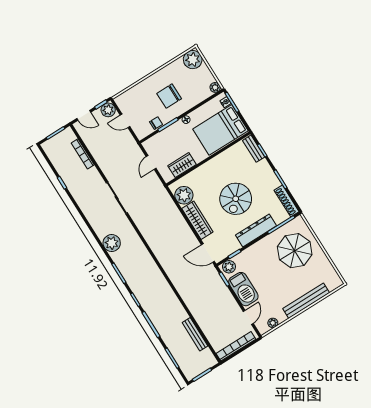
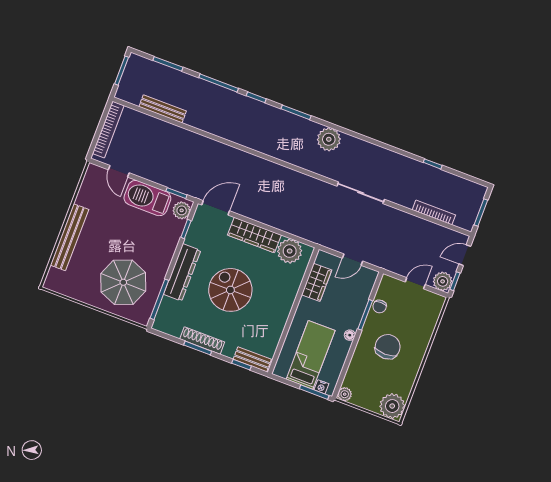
bed: (220, 130) -> (311, 355), width x0.67
door: (151, 162) -> (353, 260), swing flipped
shoe rack: (287, 201) -> (202, 341), moved
plant: (273, 323) -> (87, 186), removed

